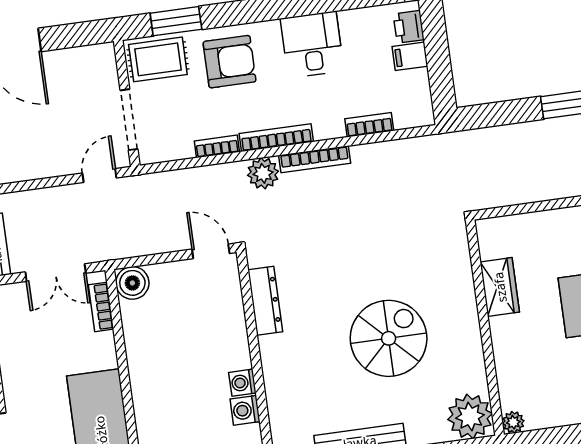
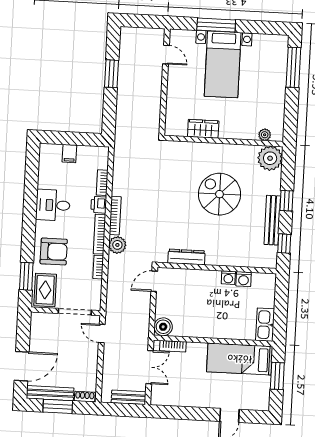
printer: (409, 27) -> (99, 205), moved, turned 90
armchair: (230, 62) -> (54, 252), turned 90
plant: (513, 422) -> (265, 135), moved

